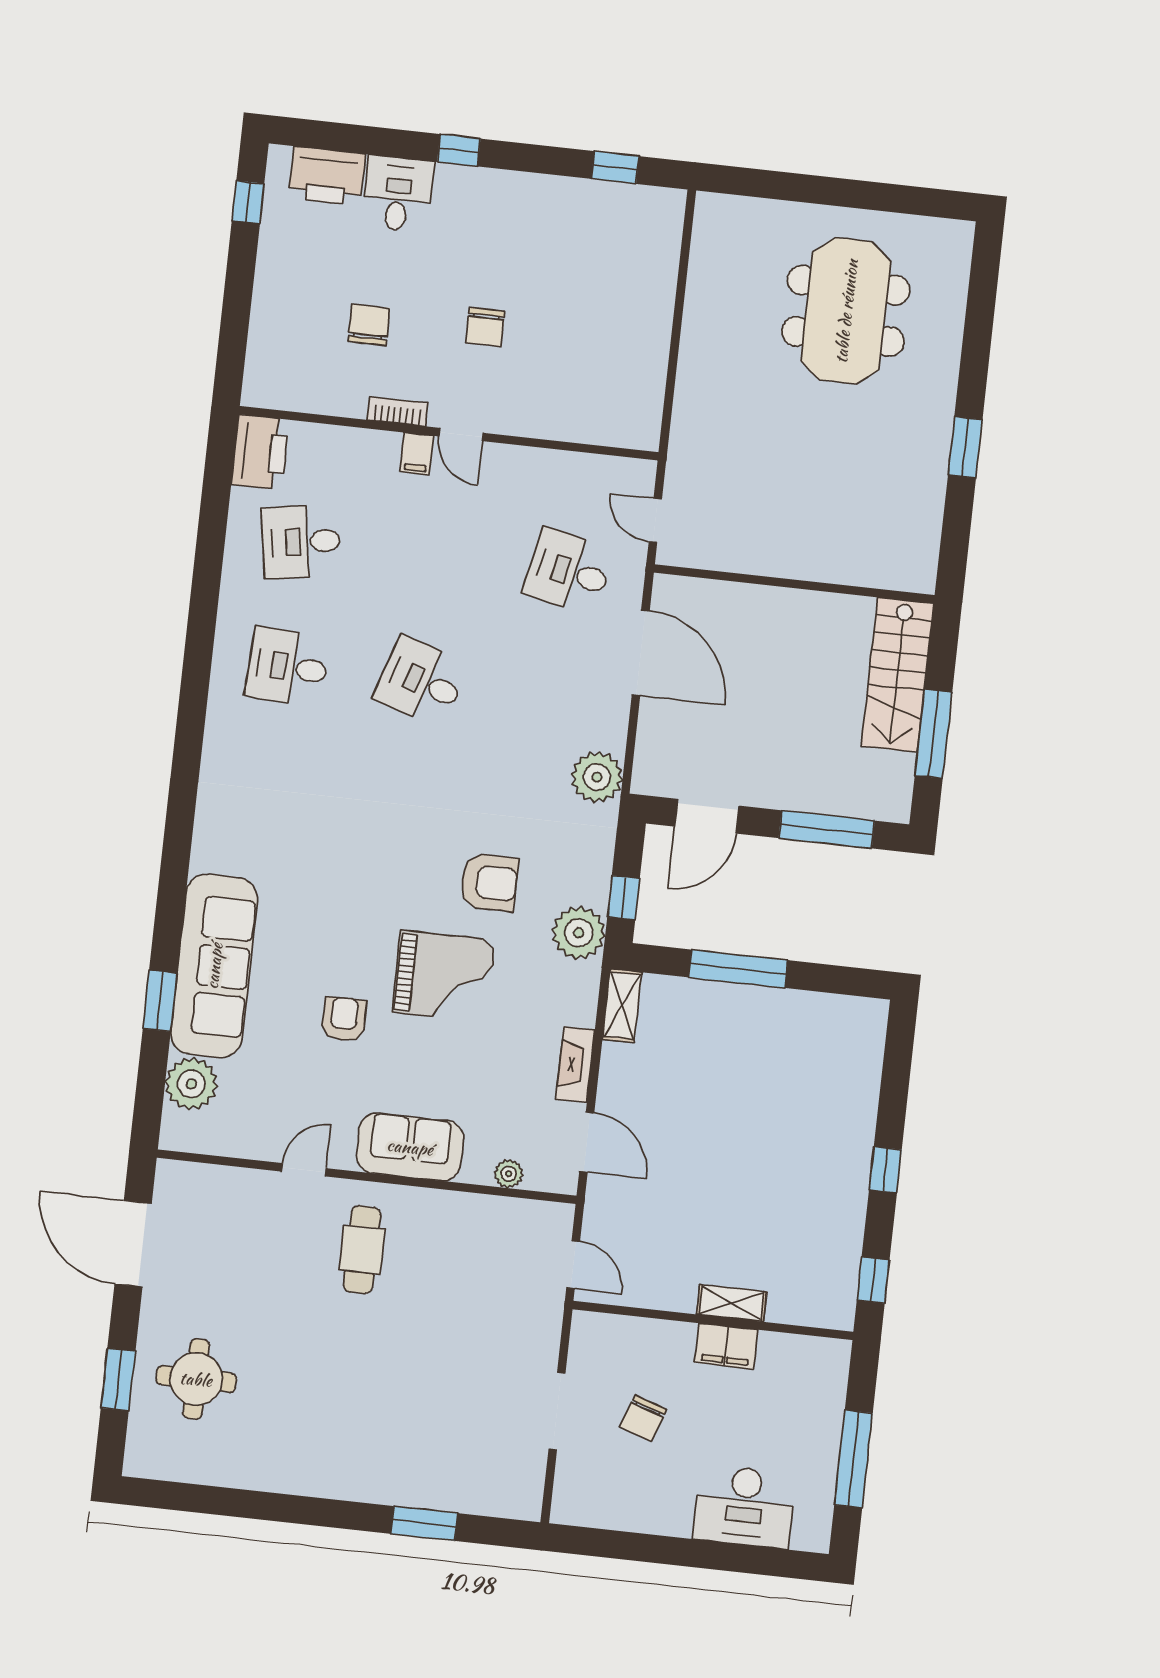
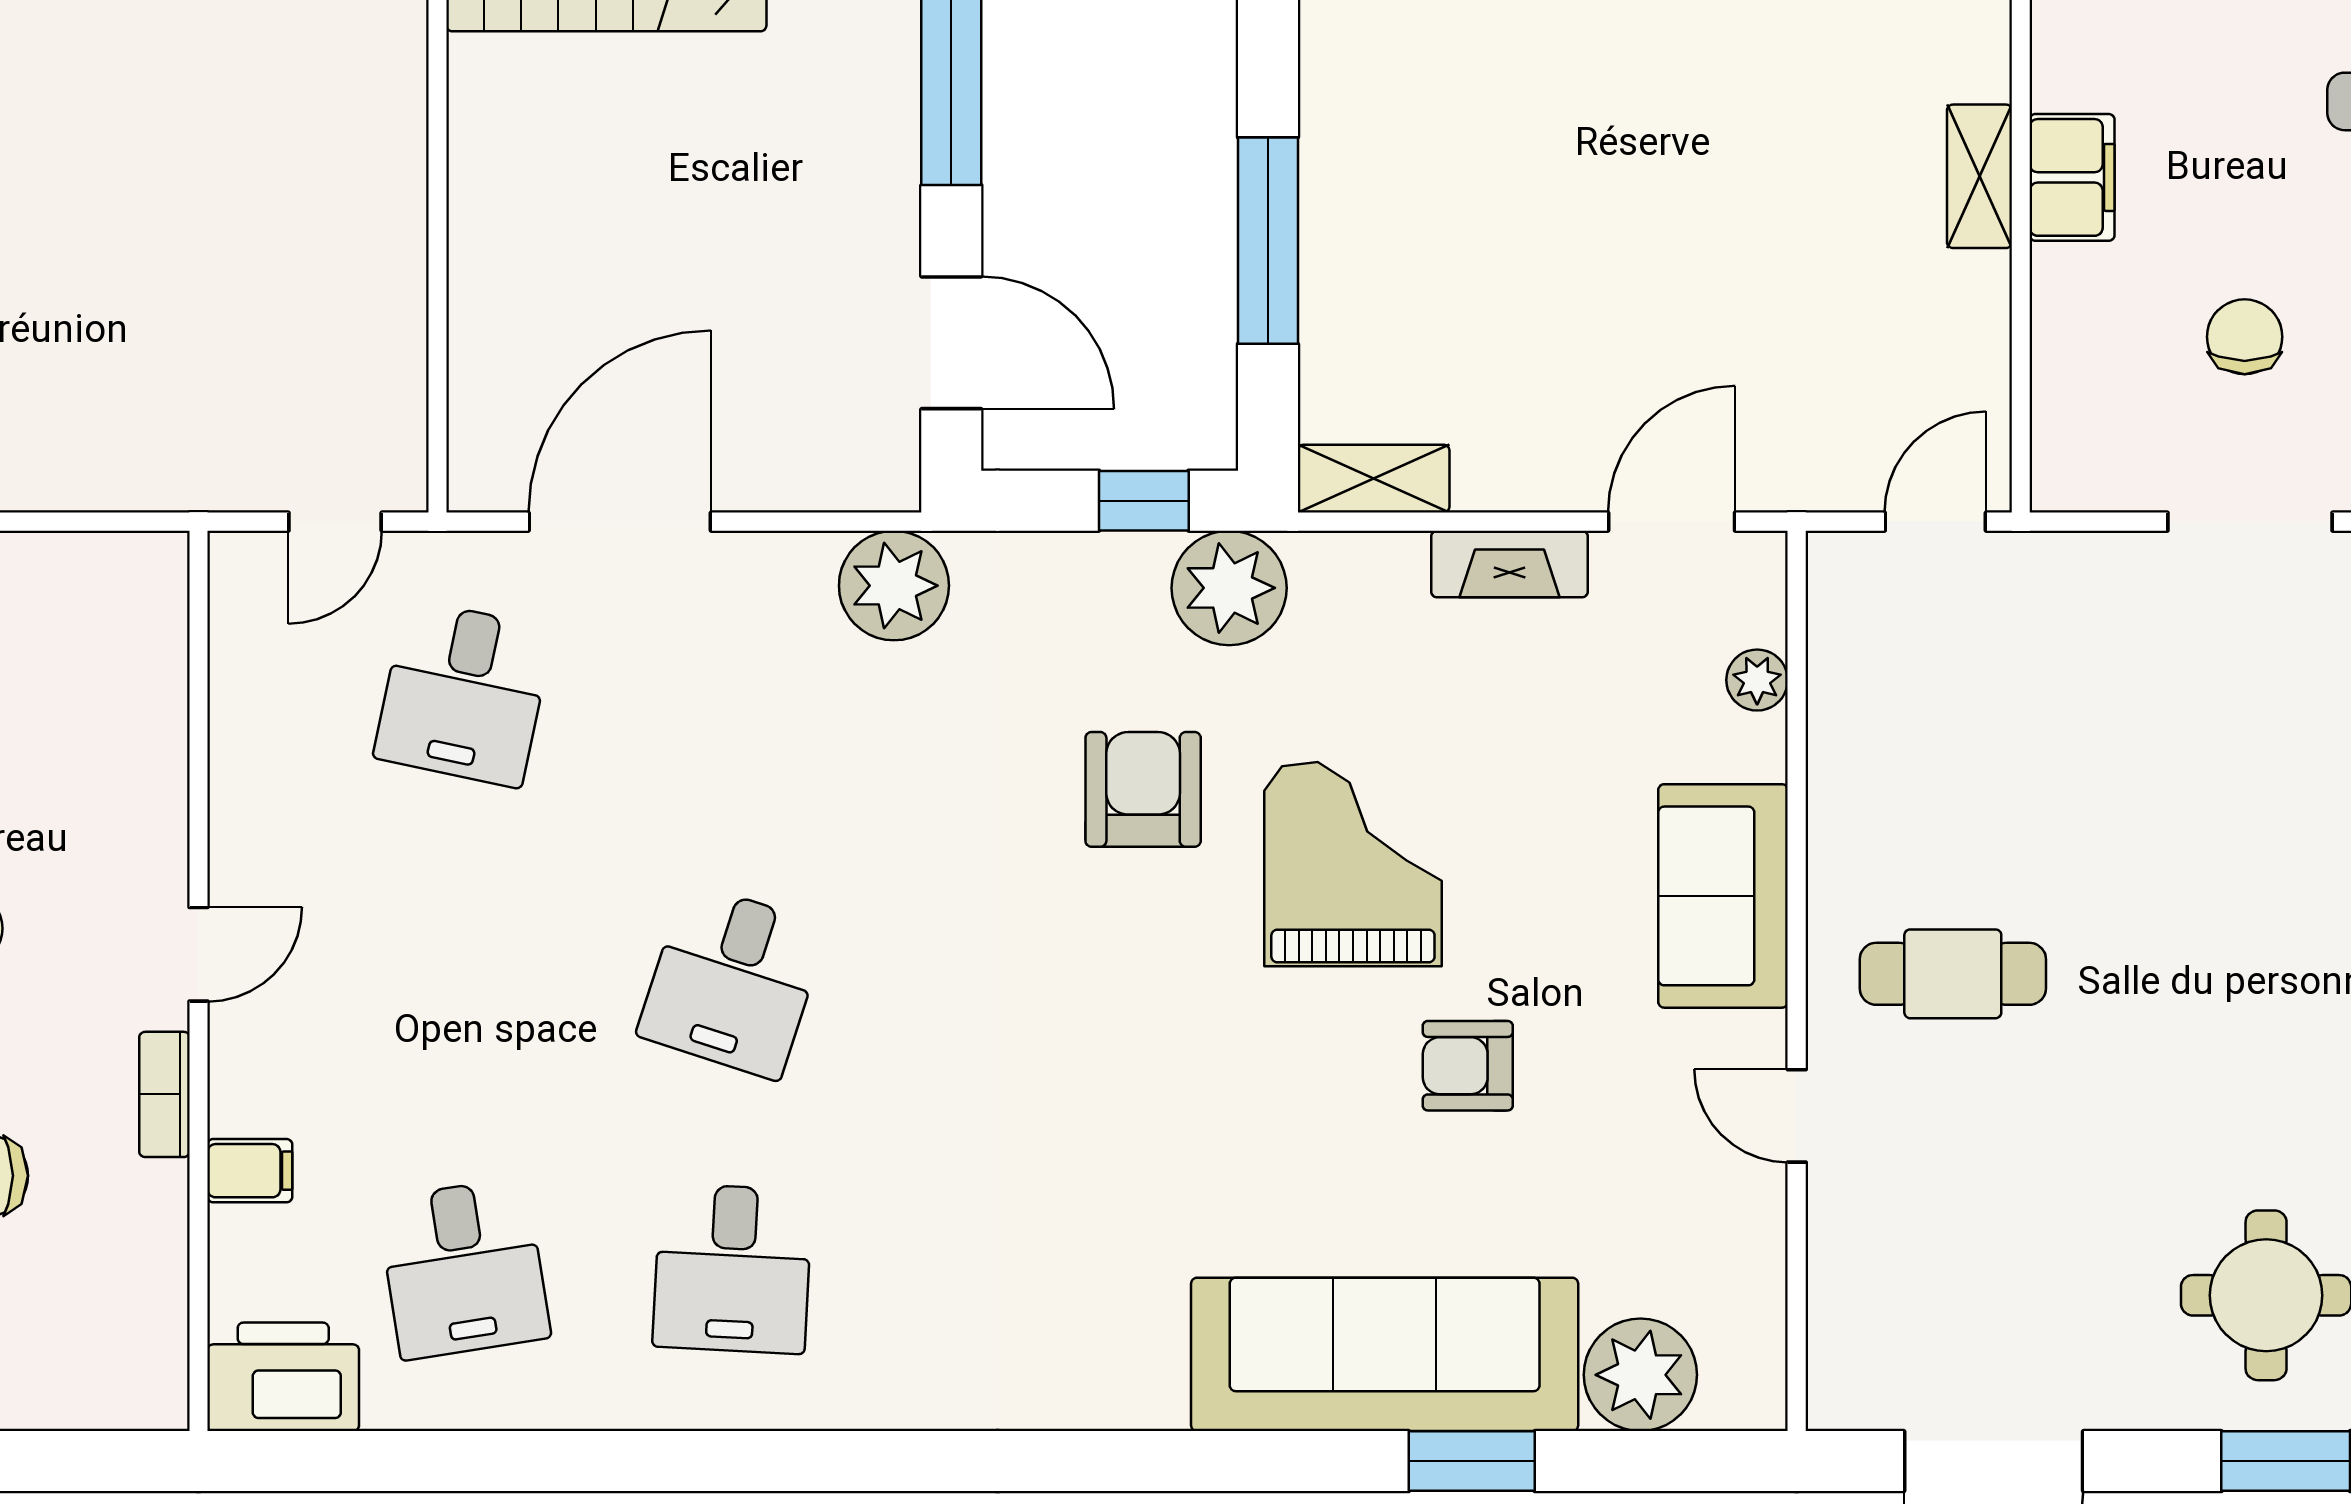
filing cabinet: (417, 454) -> (250, 1171), moved
chair: (643, 1418) -> (2245, 337), turned -109

